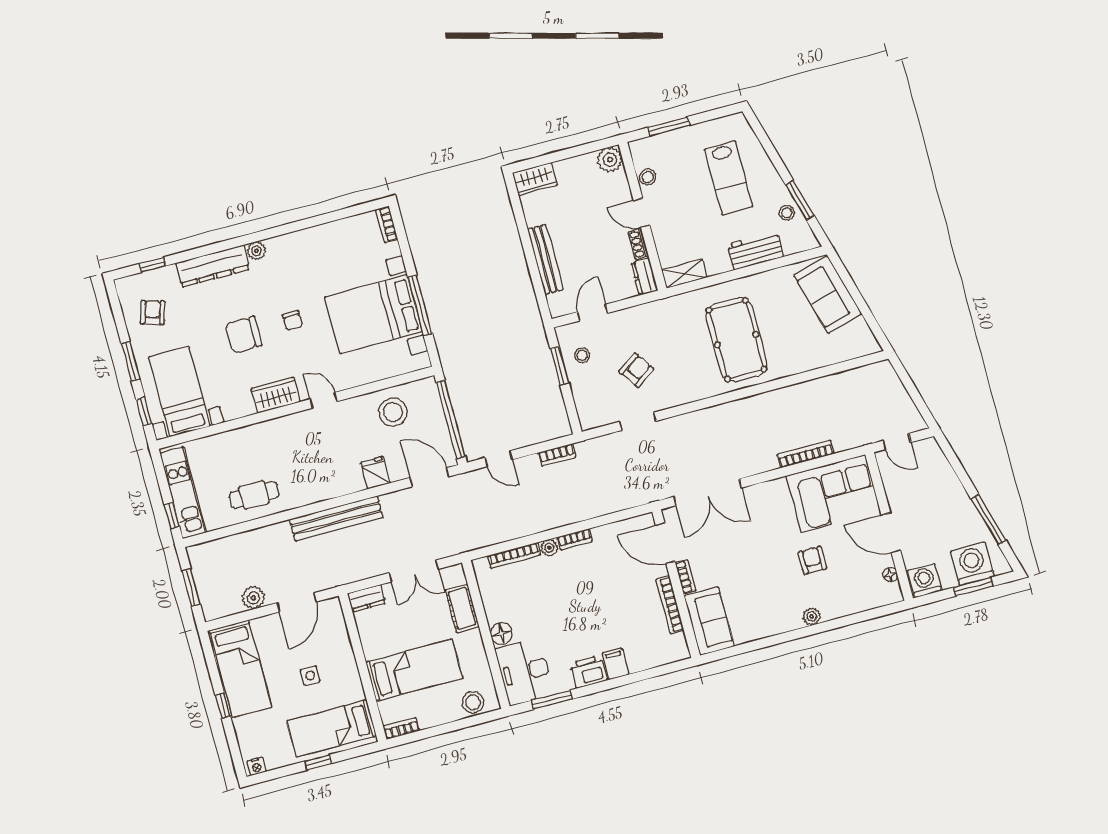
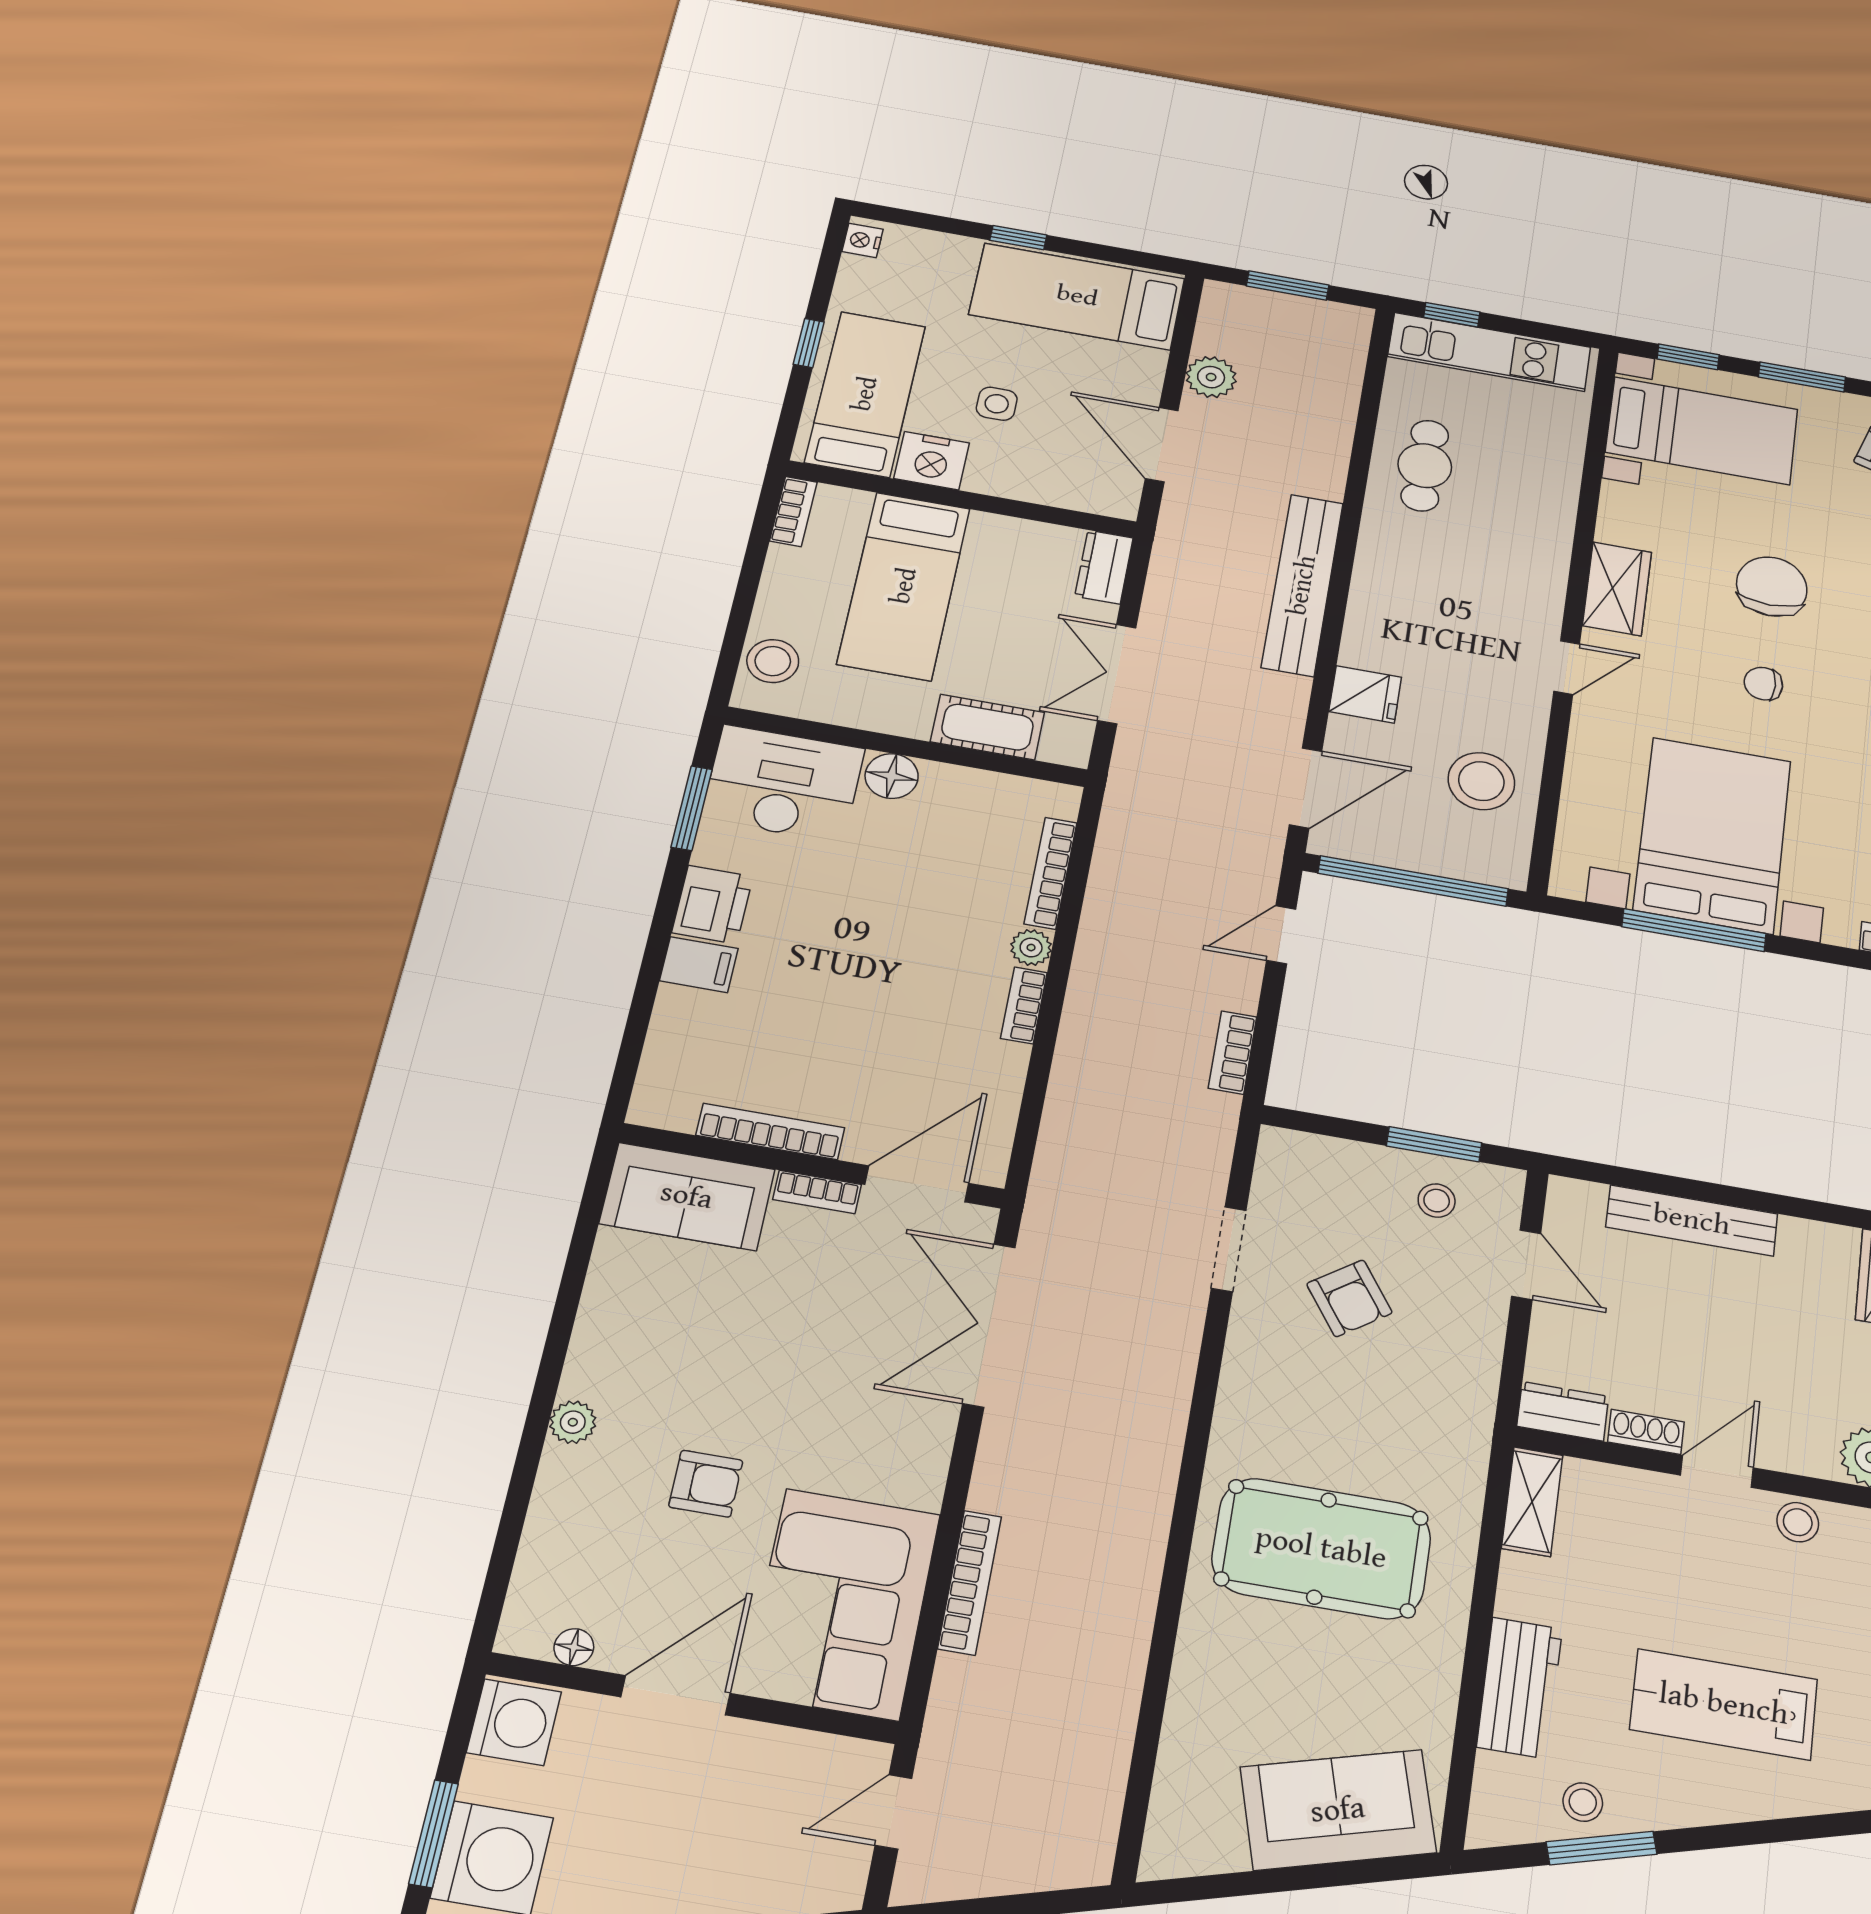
nightstand: (350, 688) -> (932, 461), added

